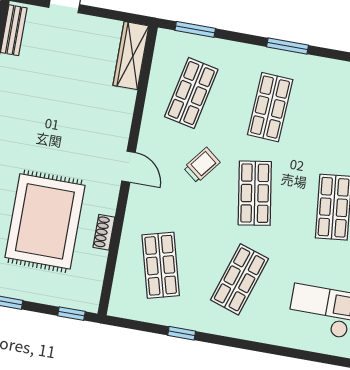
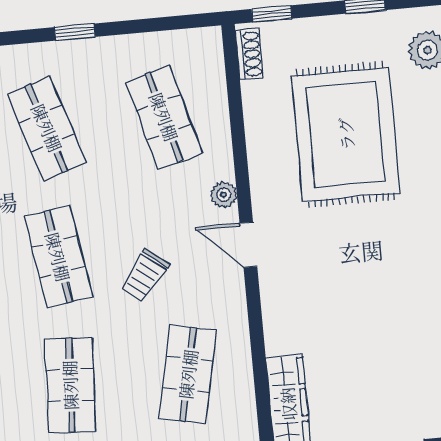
plant: (136, 204) -> (224, 195), added
shoe rack: (104, 232) -> (249, 54), moved
shop shelf: (239, 279) -> (47, 128), turned -36
window: (182, 333) -> (75, 32), moved

